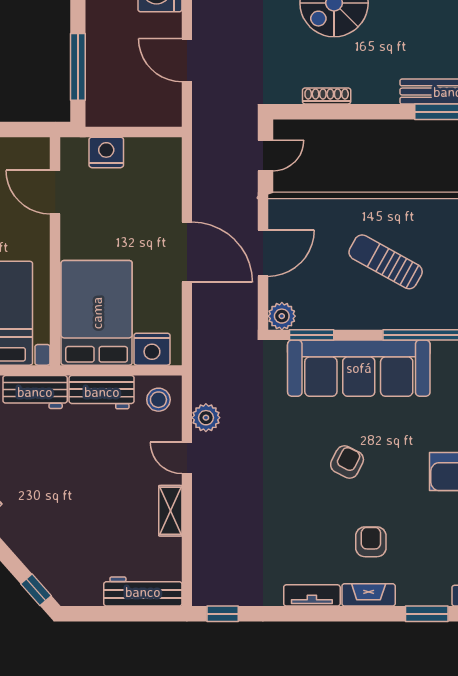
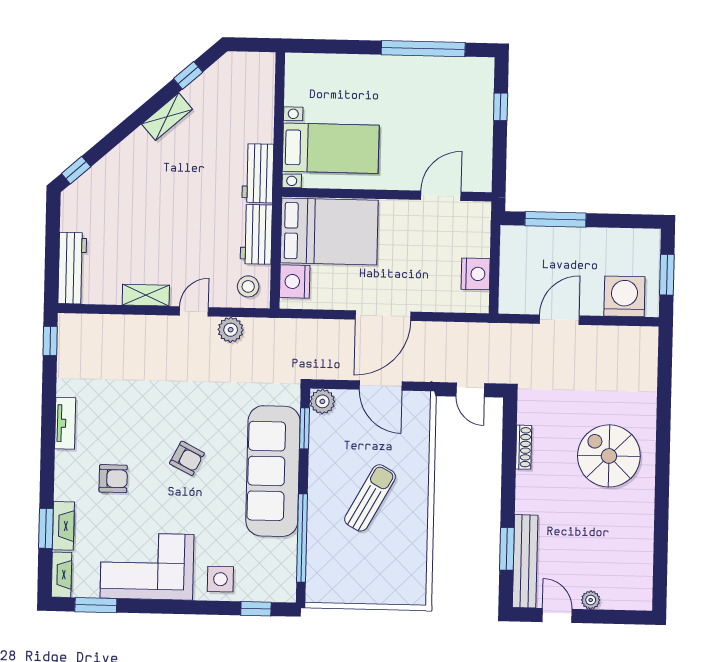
nightstand: (106, 152) -> (476, 274), moved
fireplace: (369, 595) -> (63, 526), moved

